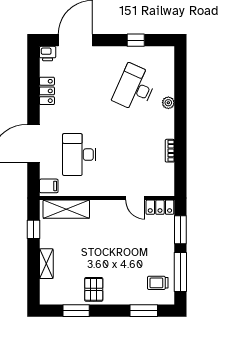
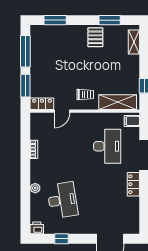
printer: (48, 54) -> (37, 228), moved
desk: (135, 88) -> (62, 200), turned -33
locker: (47, 91) -> (133, 184), moved
door: (135, 198) -> (62, 111), swing flipped
shelving: (46, 264) -> (134, 42), moved
trolley: (158, 283) -> (85, 95), moved

